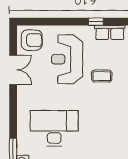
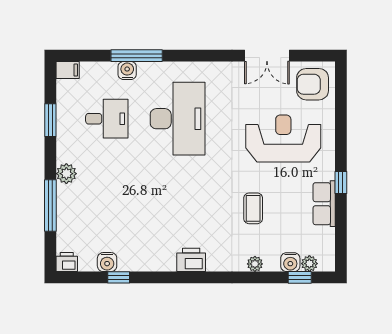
armchair: (32, 40) -> (313, 84), turned 89
coffee table: (102, 76) -> (253, 208), moved

